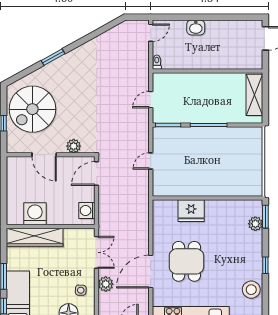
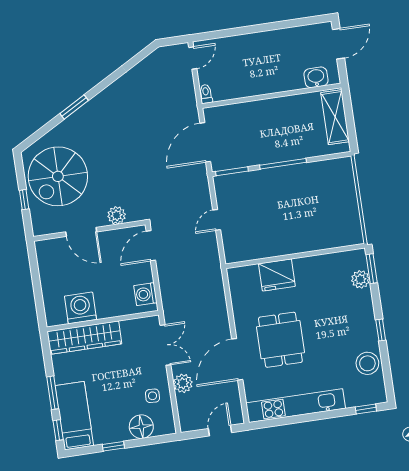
washbasin: (196, 27) -> (316, 77), moved, turned 180
door: (151, 100) -> (205, 142), width x1.87

